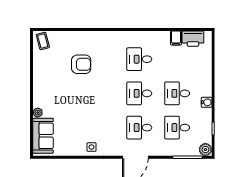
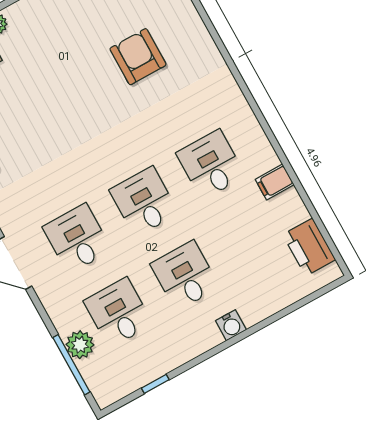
filing cabinet: (176, 38) -> (275, 182), moved
armchair: (81, 64) -> (138, 57), turned 180
water cooler: (207, 102) -> (231, 325), moved
plant: (205, 150) -> (80, 345), moved

